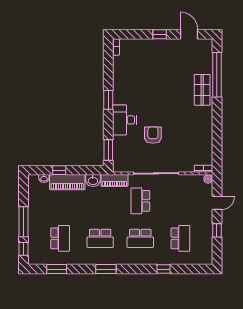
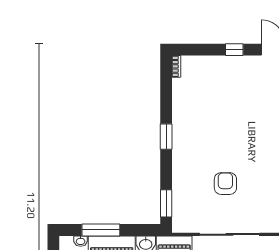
desk: (124, 120) -> (188, 163), removed
window: (59, 170) -> (101, 230), width x2.17

